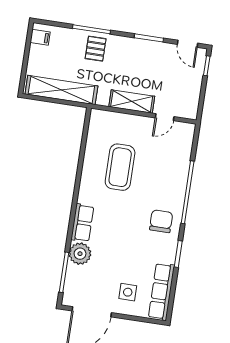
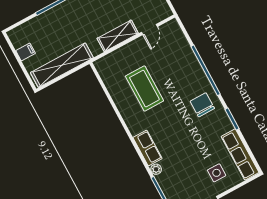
filing cabinet: (40, 37) -> (26, 52), moved
pallet: (96, 49) -> (64, 18), removed
plant: (80, 254) -> (156, 169), width x0.53, depth x0.53

